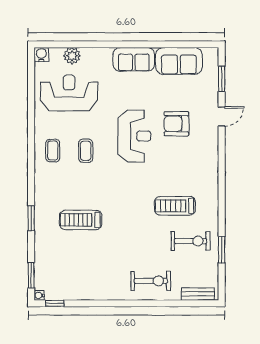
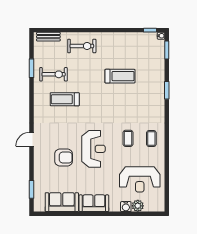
water cooler: (41, 55) -> (126, 207), moved
door: (222, 116) -> (32, 139), moved
reception desk: (134, 136) -> (93, 149), turned 180
treadmill: (175, 206) -> (65, 99), turned 180
treadmill: (81, 220) -> (120, 76), moved
exercise bike: (191, 241) -> (54, 74), turned 180
exercise bike: (151, 281) -> (82, 46), turned 180

